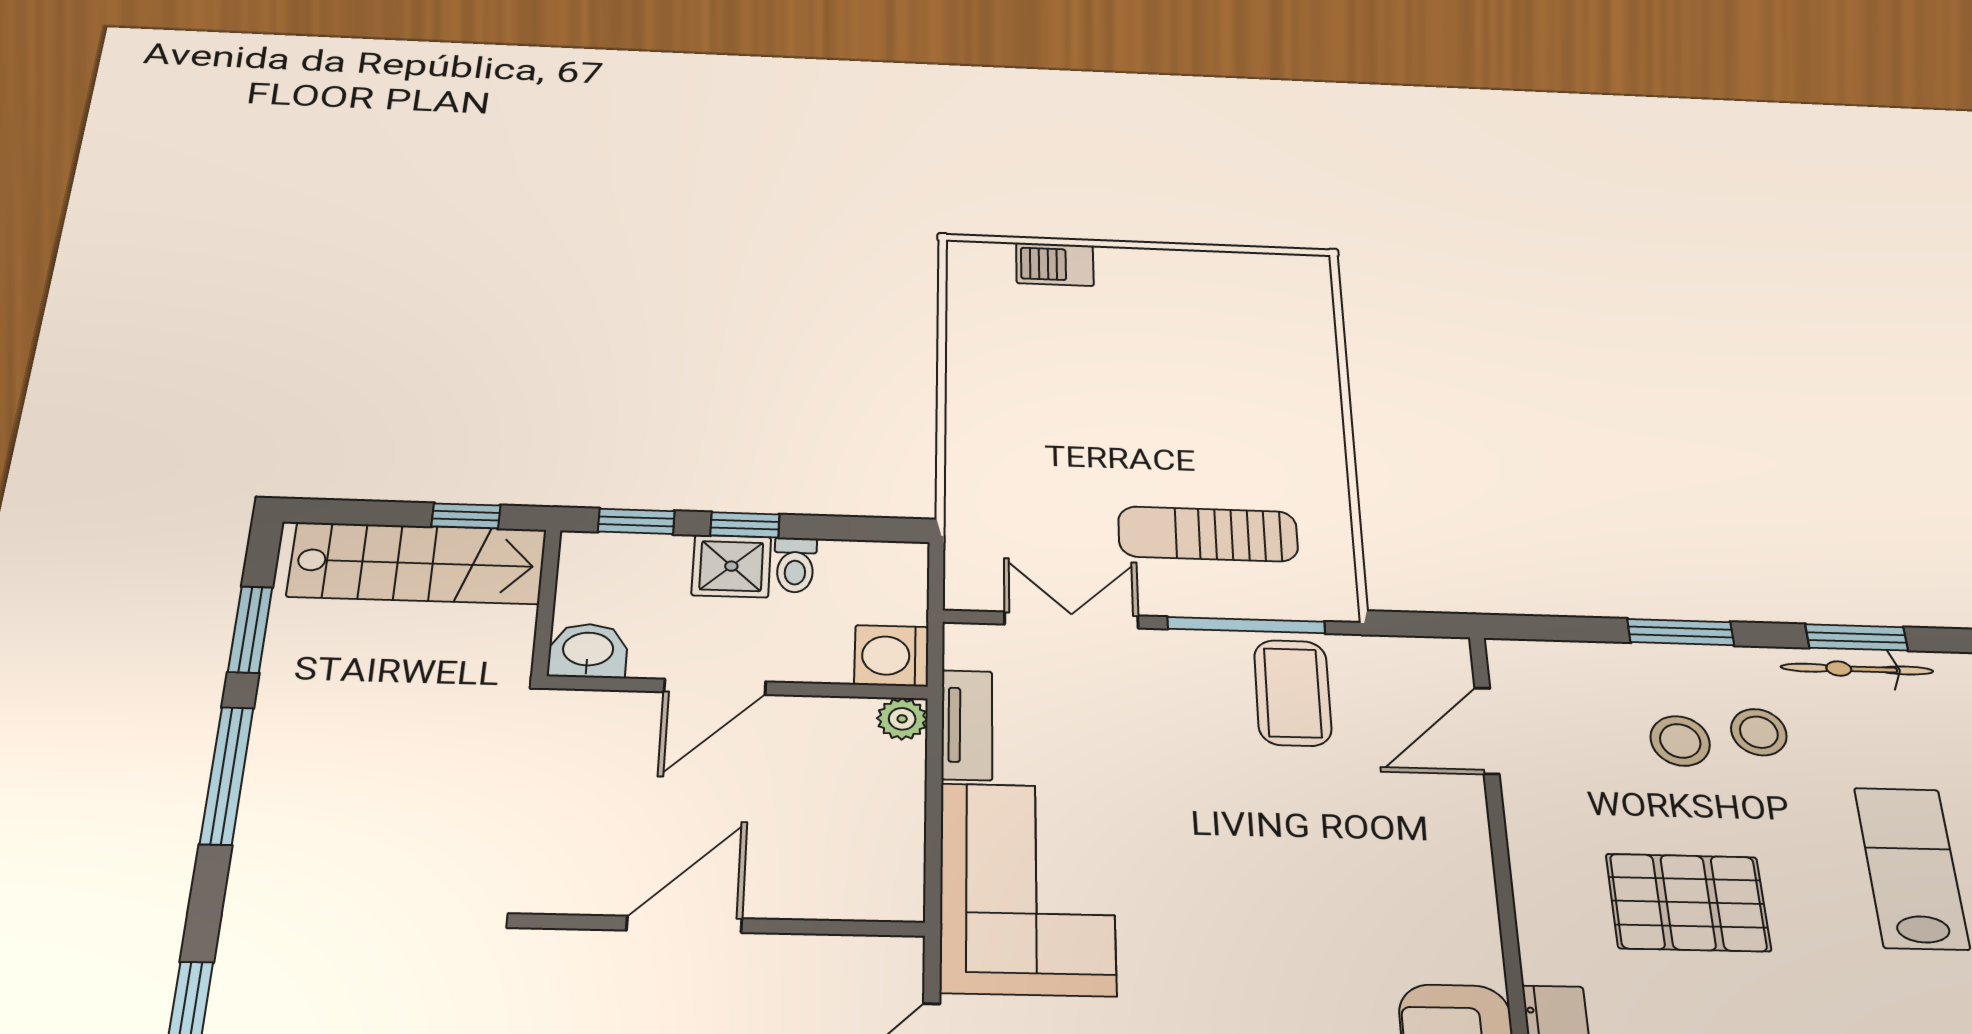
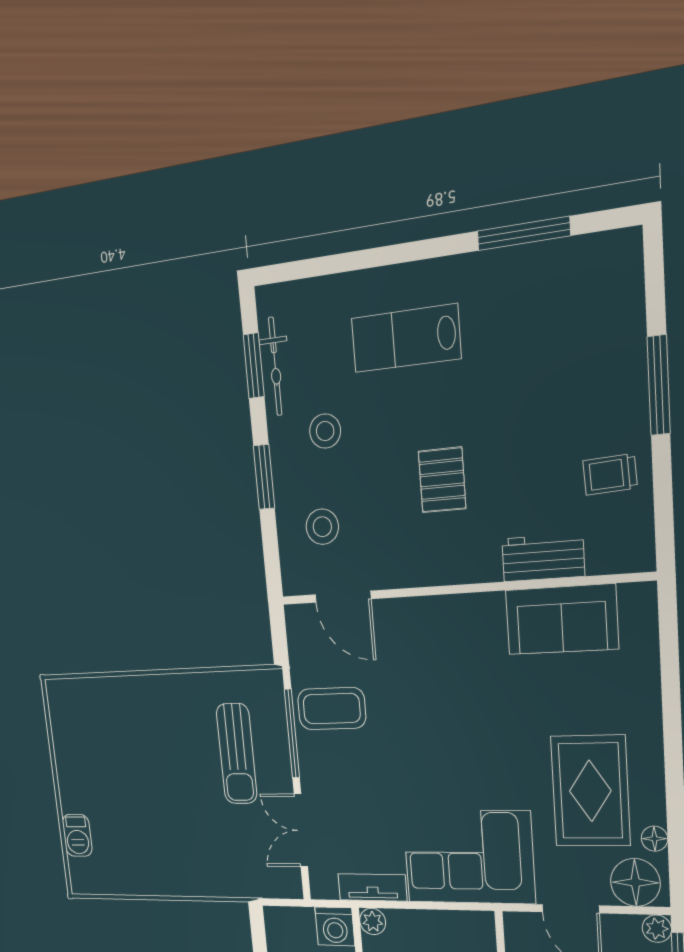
stool: (1680, 741) -> (322, 527), moved
pallet: (1688, 902) -> (442, 480), width x0.67, depth x0.71

